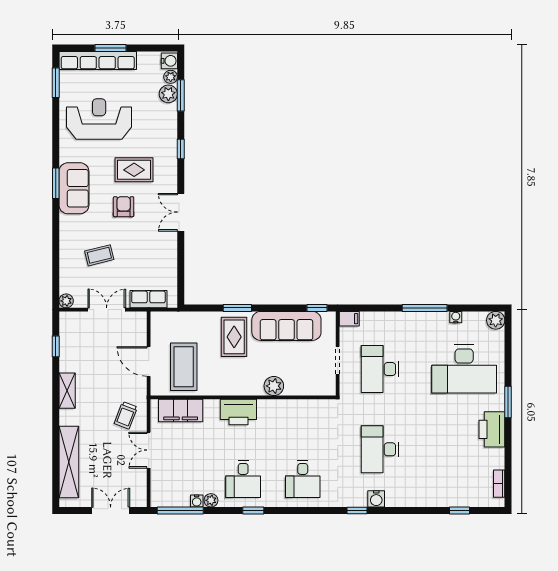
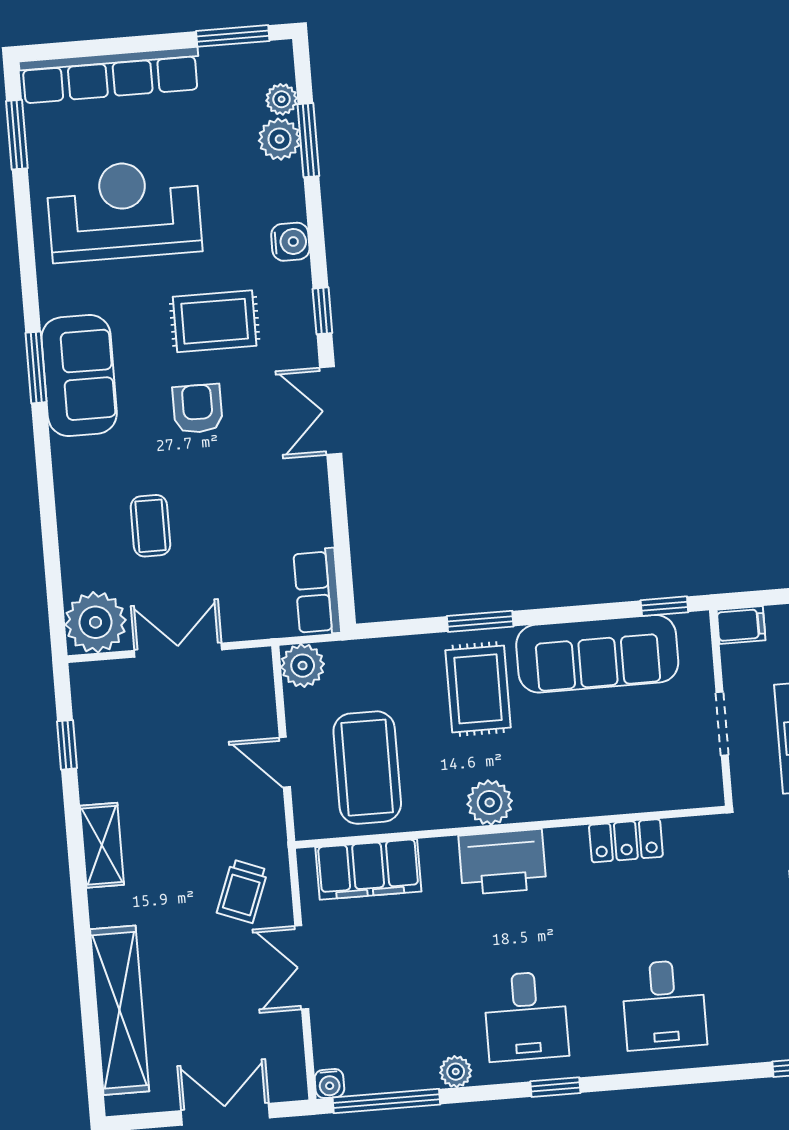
window: (110, 48) -> (233, 36), moved
water cooler: (169, 61) -> (290, 242), moved
window: (181, 149) -> (322, 311), moved
coffee table: (99, 255) -> (150, 526), turned -76
row of seats: (148, 299) -> (317, 592), moved, turned -90
plant: (66, 301) -> (96, 622), width x1.88, depth x1.88
plant: (160, 321) -> (303, 666), added
door: (149, 361) -> (285, 762), width x0.73
plant: (274, 386) -> (490, 803), moved
locker: (292, 407) -> (626, 841), added
water cooler: (197, 501) -> (329, 1084), moved

